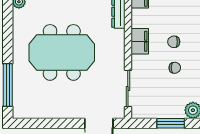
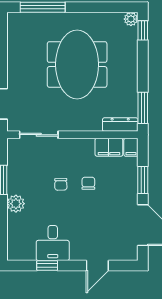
filing cabinet: (140, 41) -> (109, 147), moved

